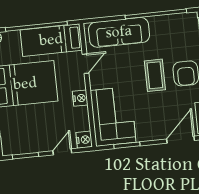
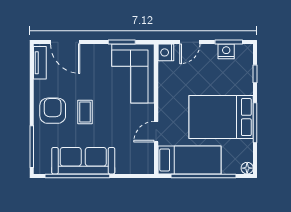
sofa: (119, 32) -> (83, 161), moved
coffee table: (155, 75) -> (85, 112), width x0.73, depth x0.77
nightstand: (80, 98) -> (226, 51), moved, turned 90
door: (181, 140) -> (65, 42), hinge flipped

